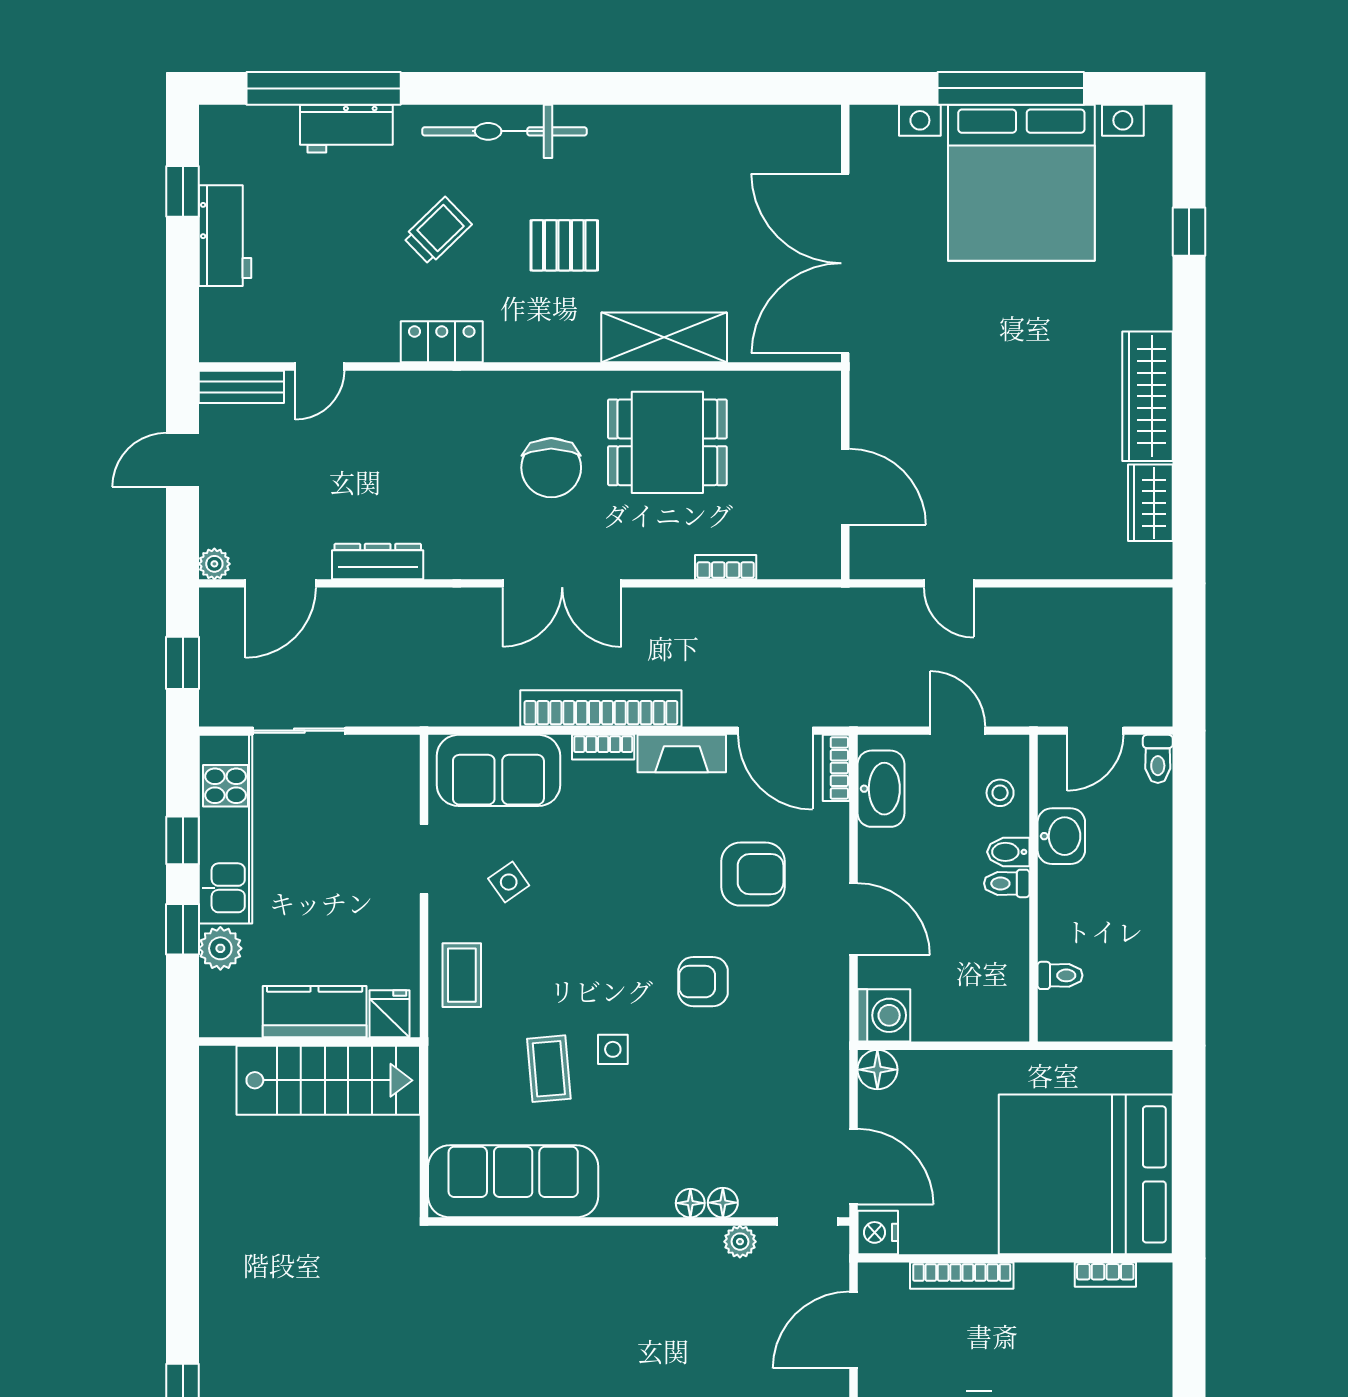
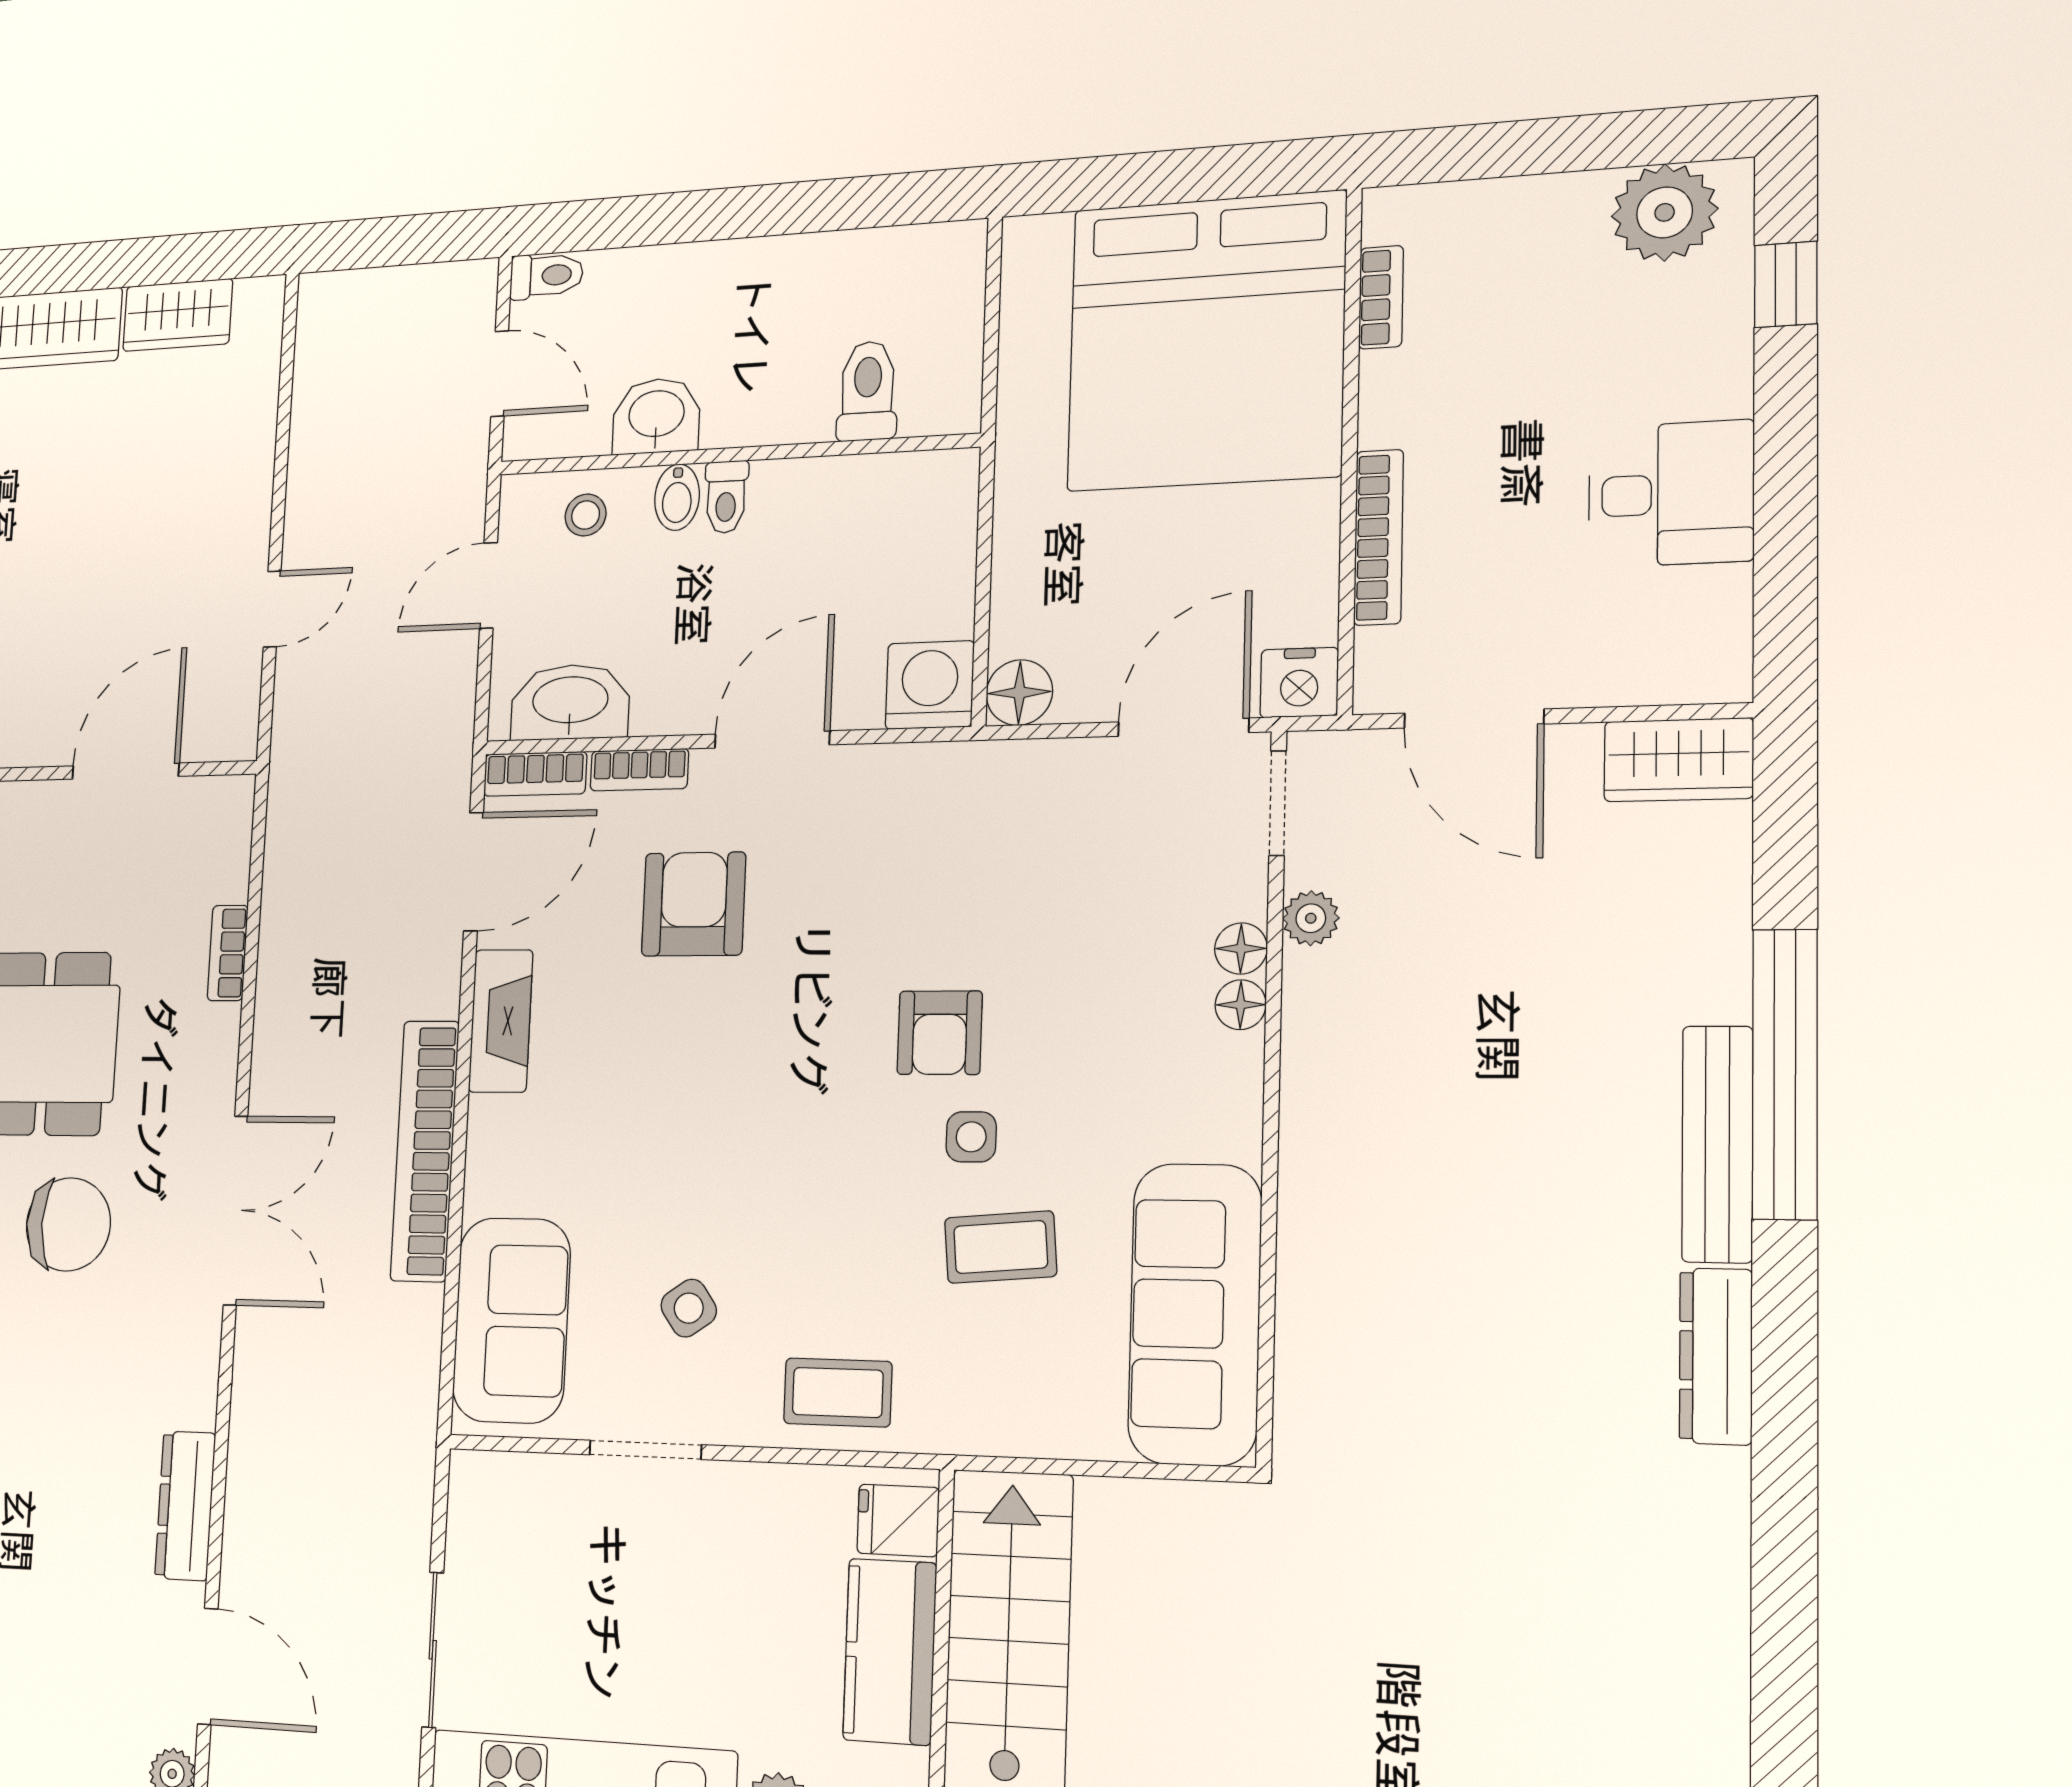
bookcase: (603, 747) -> (639, 770), moved, turned 90
toilet: (1060, 975) -> (868, 391), width x1.37, depth x1.39
armchair: (703, 982) -> (940, 1033), moved

